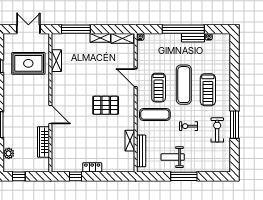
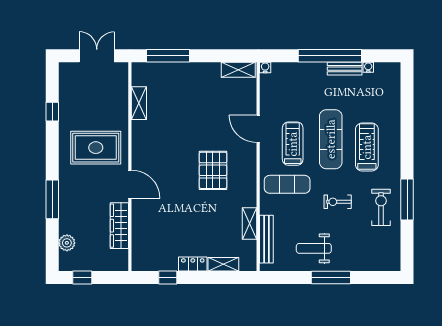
shelving: (100, 38) -> (223, 264), moved
rug: (28, 63) -> (96, 148), moved
treadmill: (159, 88) -> (293, 144), turned 180
treadmill: (208, 90) -> (367, 147), turned 180
pallet: (106, 105) -> (213, 170), turned 90

